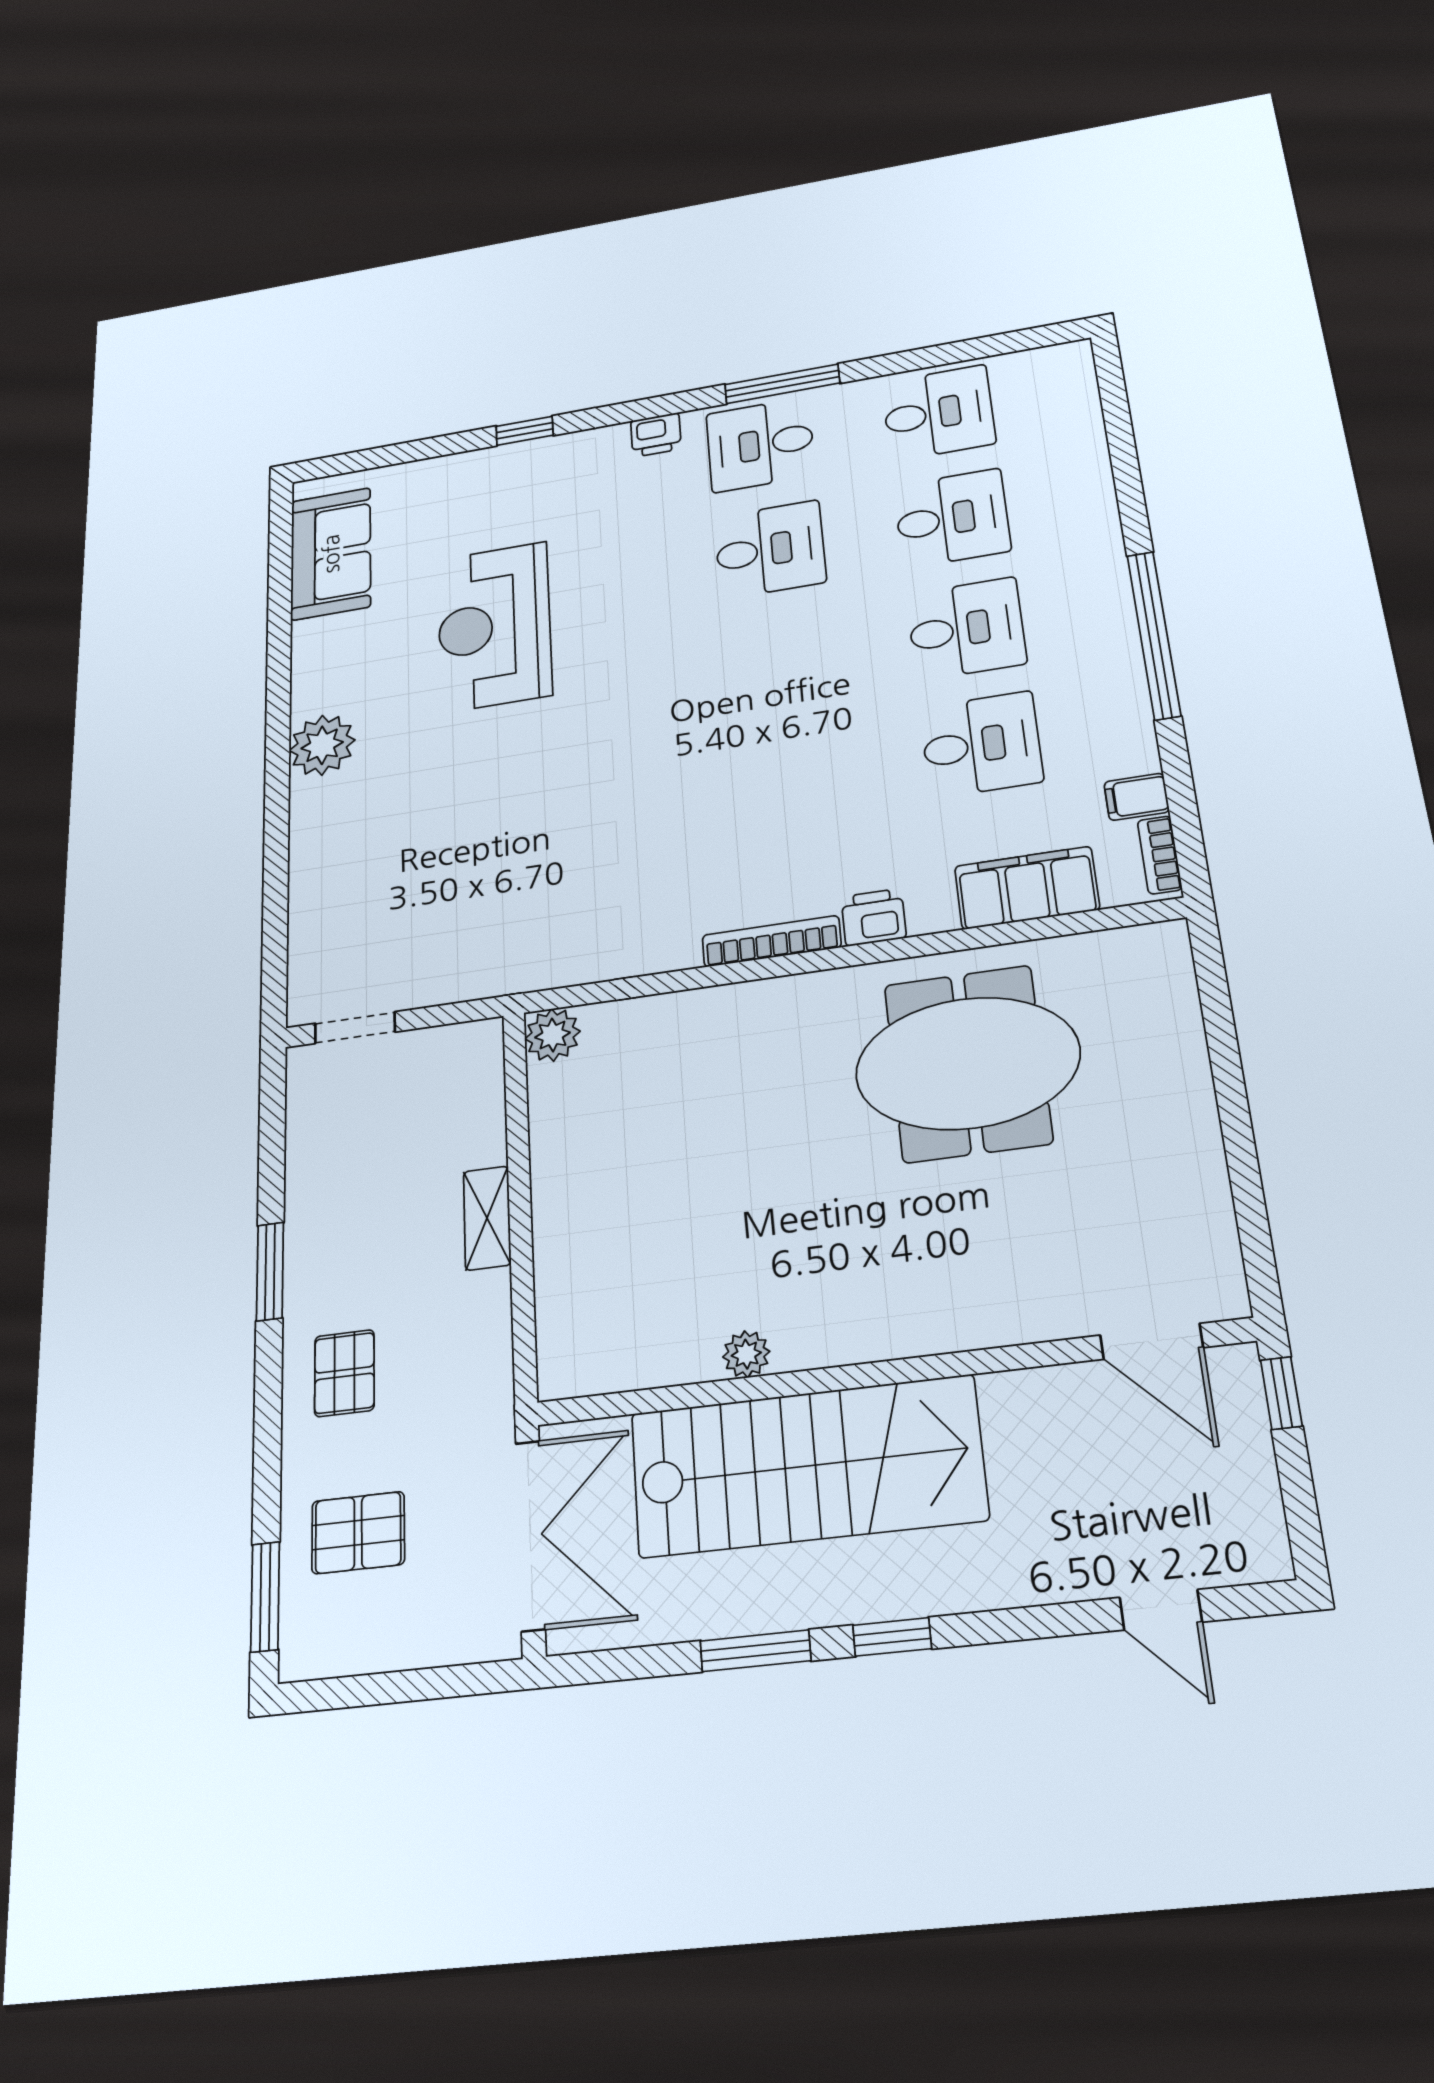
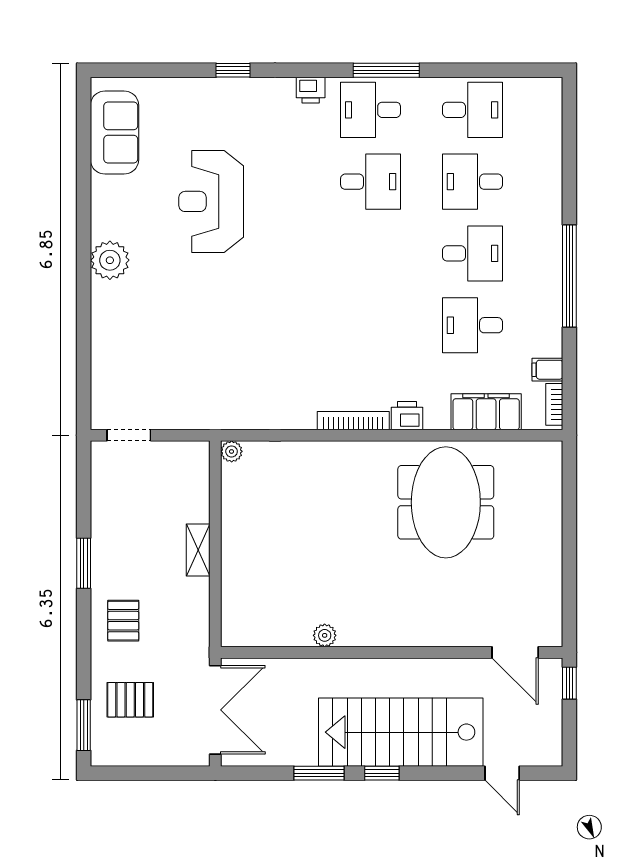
desk: (952, 518) -> (473, 182), turned 180
desk: (981, 745) -> (473, 325), turned 180
plant: (553, 1035) -> (232, 451), width x0.73, depth x0.73
meeting table: (967, 1063) -> (446, 502), turned 90
stairs: (807, 1466) -> (401, 732), moved, turned 180

